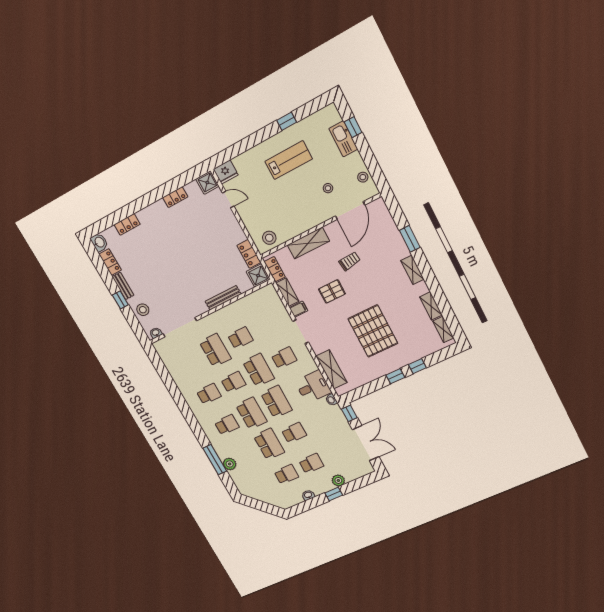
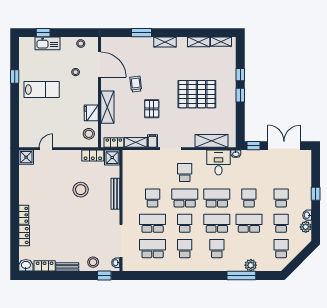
lab bench: (289, 160) -> (42, 90), turned 90
fridge: (226, 172) -> (91, 113), moved, turned 180
locker: (175, 197) -> (24, 215), moved
stool: (207, 259) -> (81, 190), added
window: (120, 300) -> (104, 276), moved
school desk: (191, 362) -> (153, 249), added
plant: (338, 480) -> (306, 227), moved
school desk: (262, 485) -> (281, 249), added

